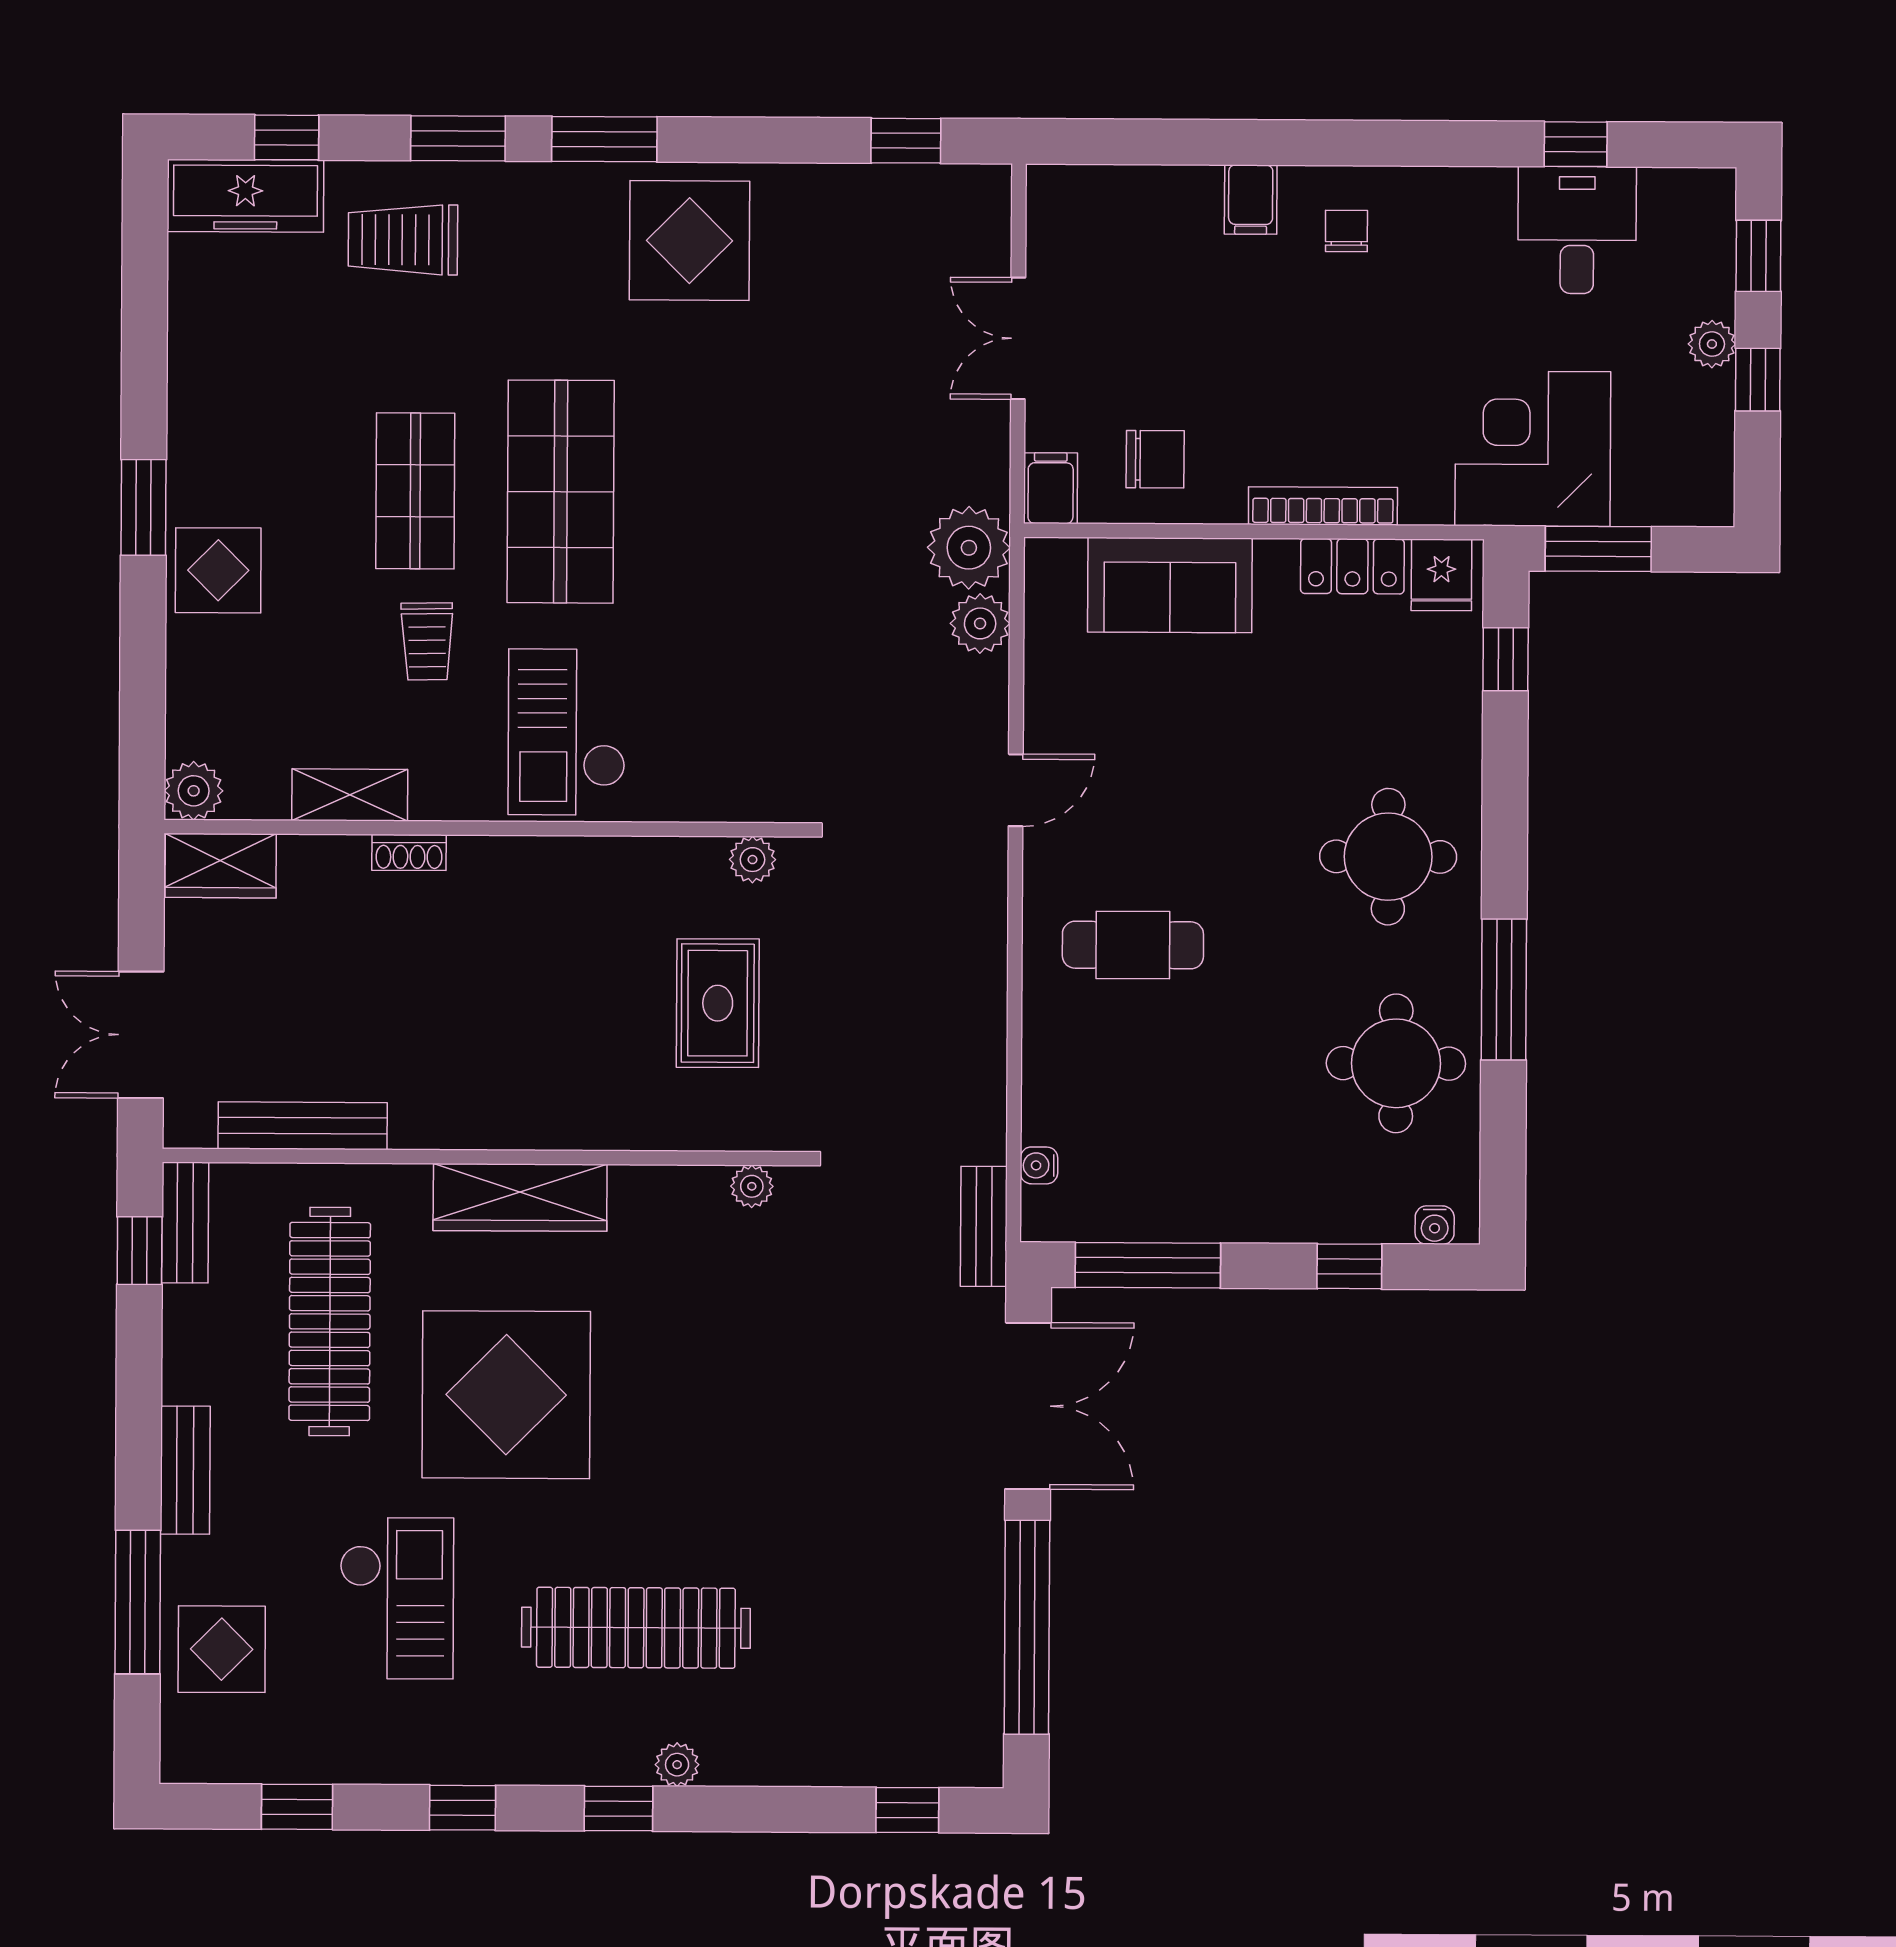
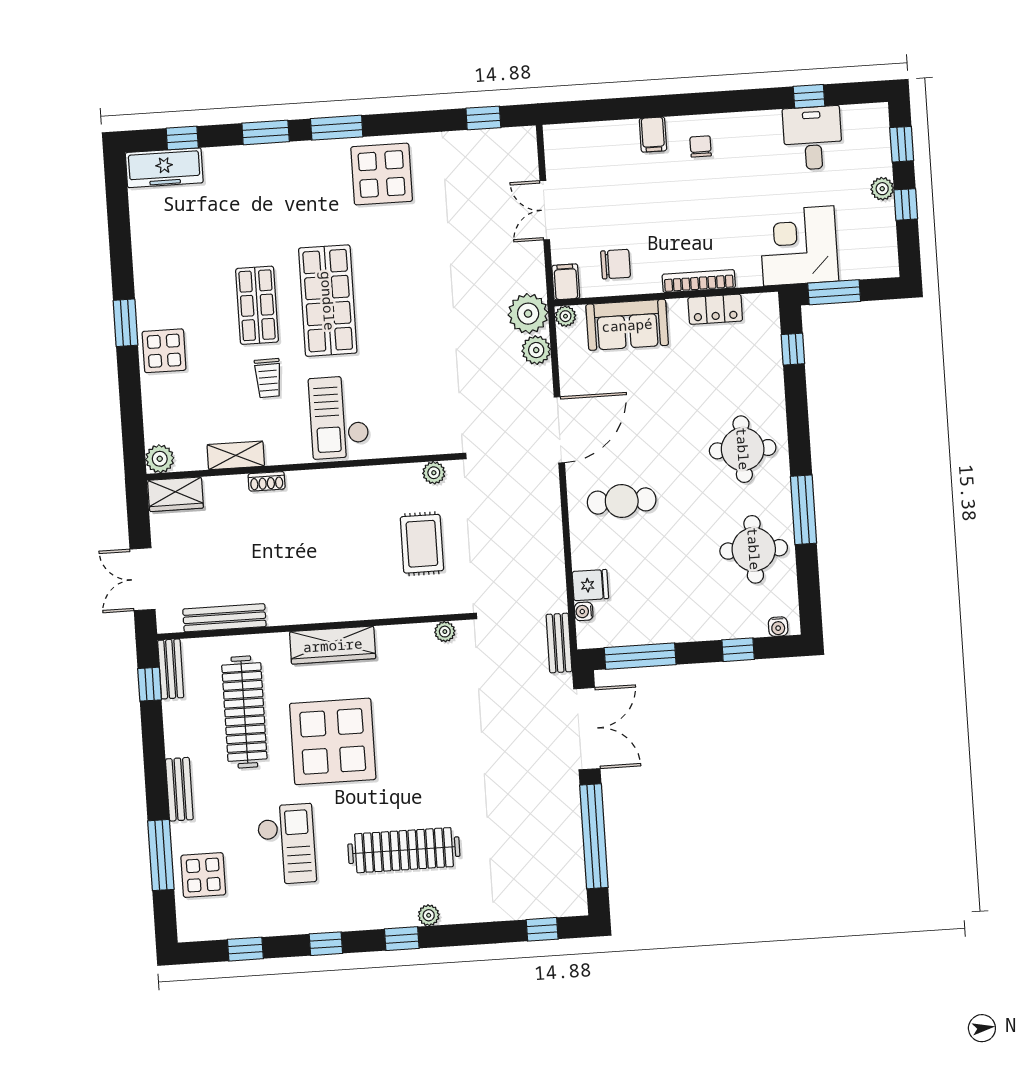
trolley: (403, 240) -> (242, 184), removed
plant: (1045, 558) -> (565, 316), added
fridge: (1441, 575) -> (590, 585), moved, turned -90
door: (1016, 790) -> (559, 430), width x1.88

